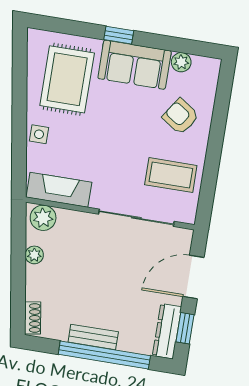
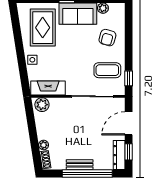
armchair: (181, 116) -> (107, 38), turned -108
window: (207, 196) -> (129, 78), added
plant: (34, 255) -> (44, 145), moved

